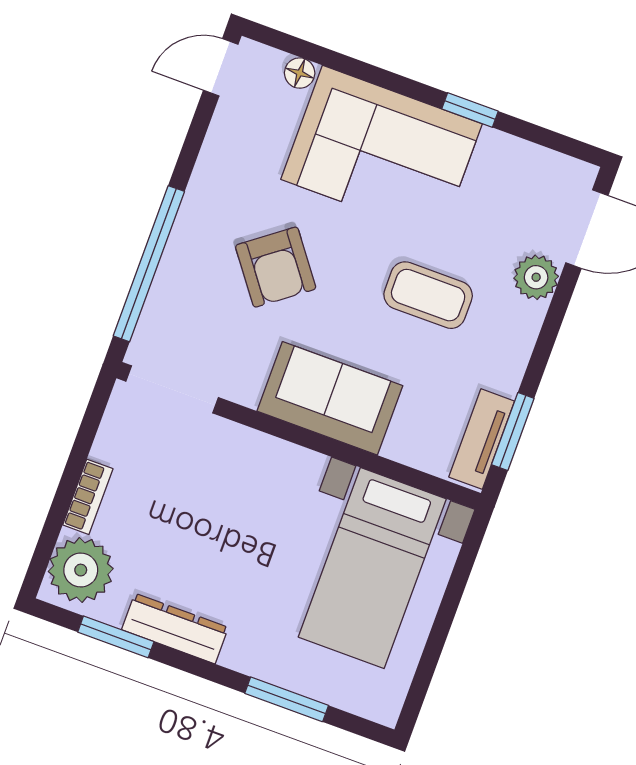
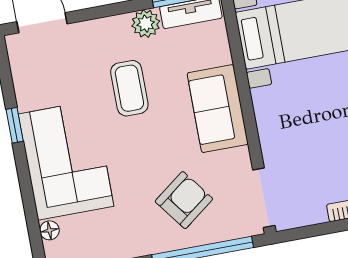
armchair: (276, 267) -> (184, 200), moved
plant: (536, 277) -> (146, 24), moved

